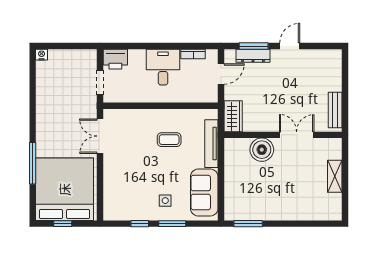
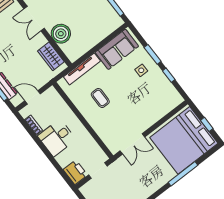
wardrobe: (233, 116) -> (51, 56), moved, turned -90

